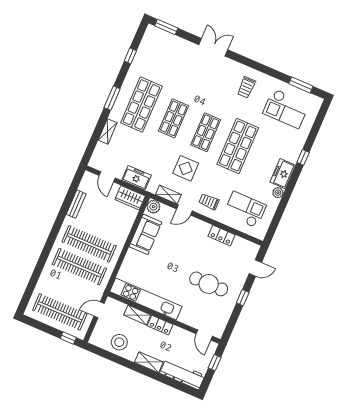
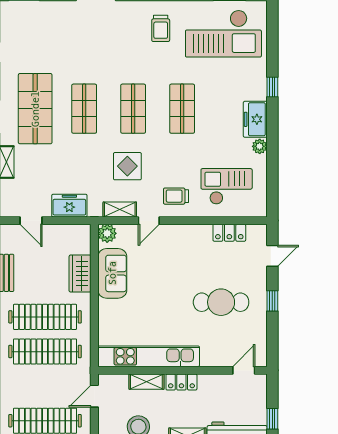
checkout: (286, 109) -> (223, 34), width x1.36, depth x1.21
shop shelf: (238, 146) -> (182, 109), width x0.70, depth x0.74
wardrobe: (130, 198) -> (80, 274), moved, turned 90
locker: (222, 236) -> (229, 233), moved
door: (204, 335) -> (244, 370), swing flipped
window: (215, 363) -> (272, 419), moved

